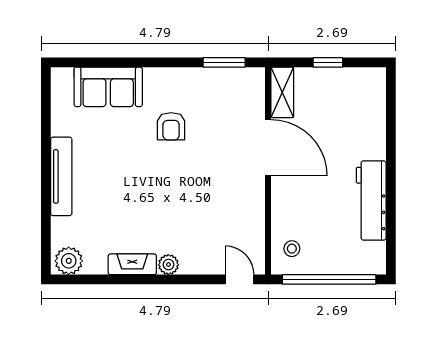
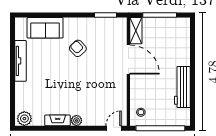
window: (328, 62) -> (160, 15), width x2.17
armchair: (171, 126) -> (78, 48), turned 137
tv unit: (61, 176) -> (20, 61), moved
door: (239, 279) -> (114, 128), hinge flipped

